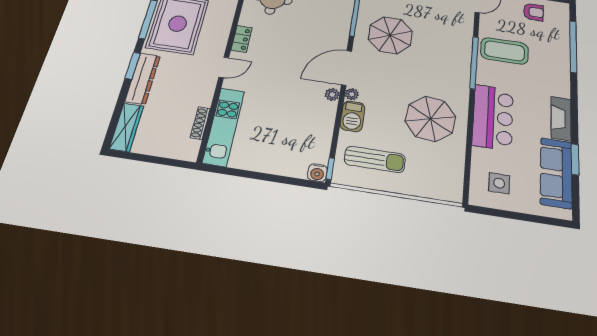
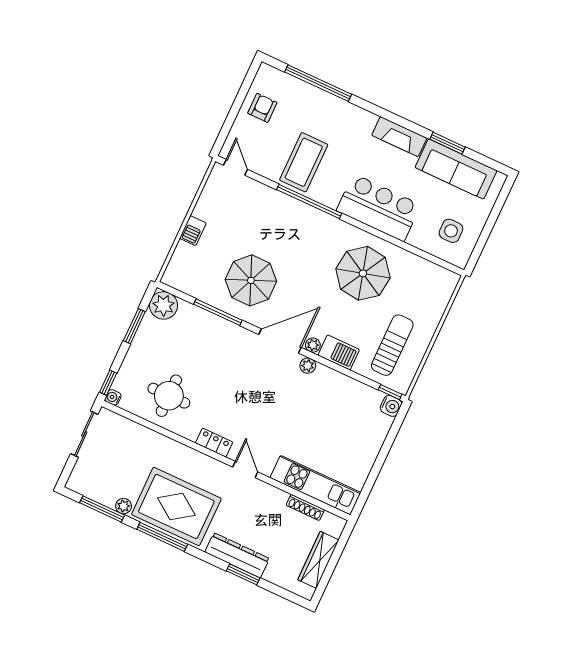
window: (133, 66) -> (243, 574), moved
door: (347, 68) -> (280, 341), swing flipped
wardrobe: (127, 127) -> (318, 560), moved, turned -90

